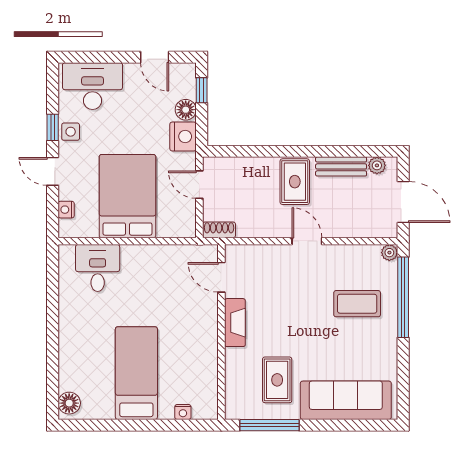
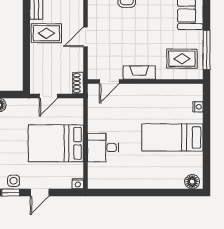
nightstand: (183, 136) -> (17, 107), removed
nightstand: (66, 210) -> (78, 184), moved
door: (307, 241) -> (85, 37), moved
desk: (98, 268) -> (103, 148), moved
rug: (277, 380) -> (182, 59), moved

